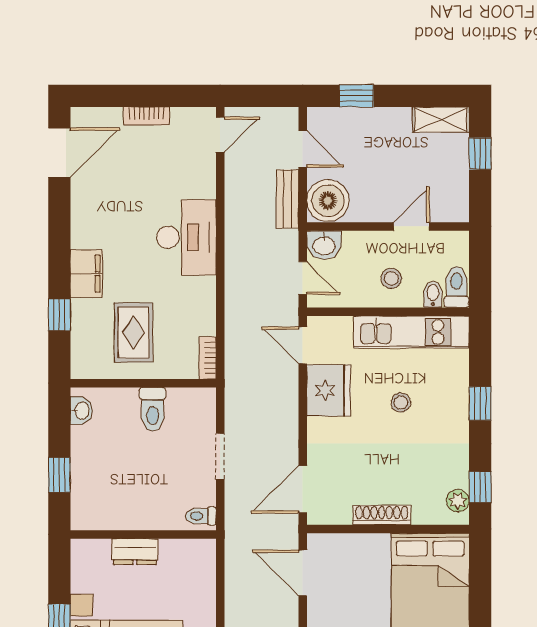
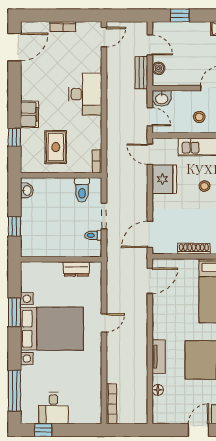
boiler: (328, 201) -> (158, 68), width x0.54, depth x0.54
toilet: (153, 409) -> (82, 190), moved
toilet: (201, 516) -> (93, 235), moved
dresser: (135, 552) -> (76, 269), moved
door: (303, 573) -> (150, 281), swing flipped

